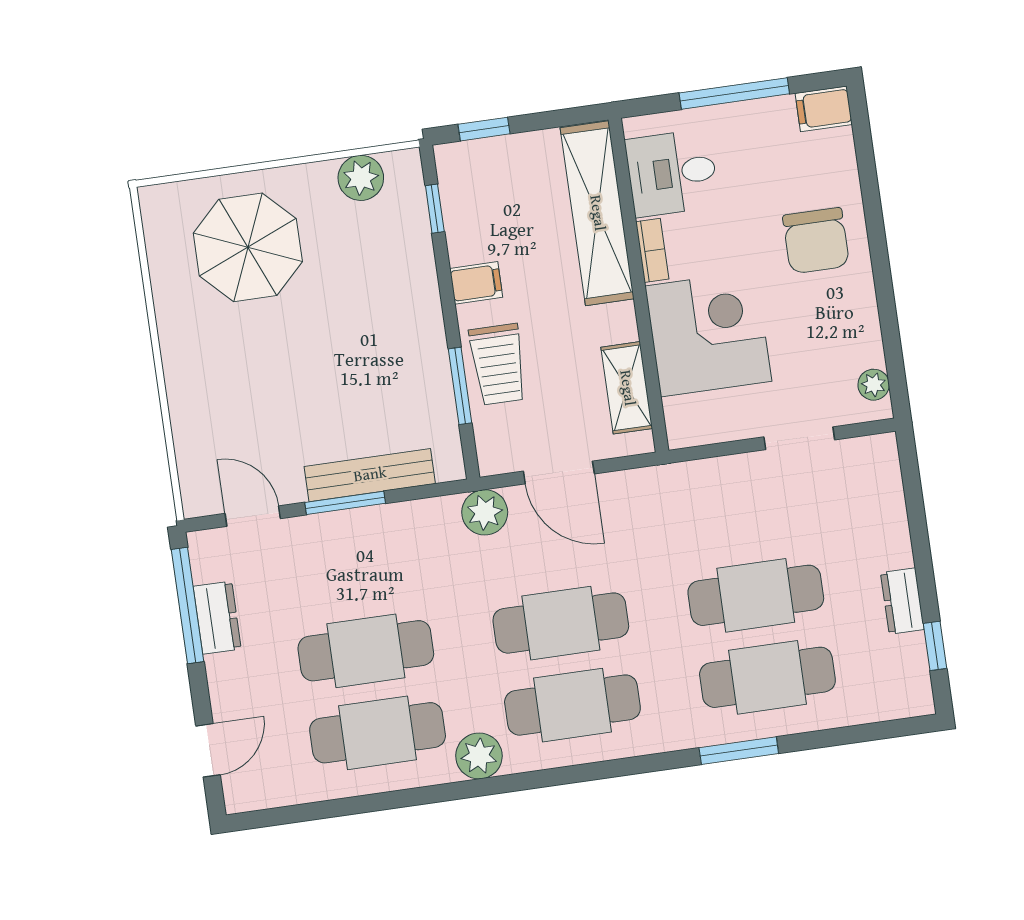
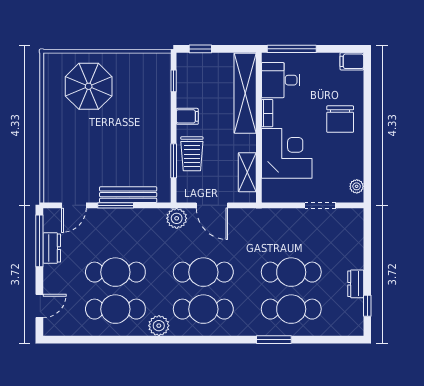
window: (734, 93) -> (292, 49), moved
plant: (361, 178) -> (143, 63), removed
door: (253, 516) -> (74, 205), swing flipped

